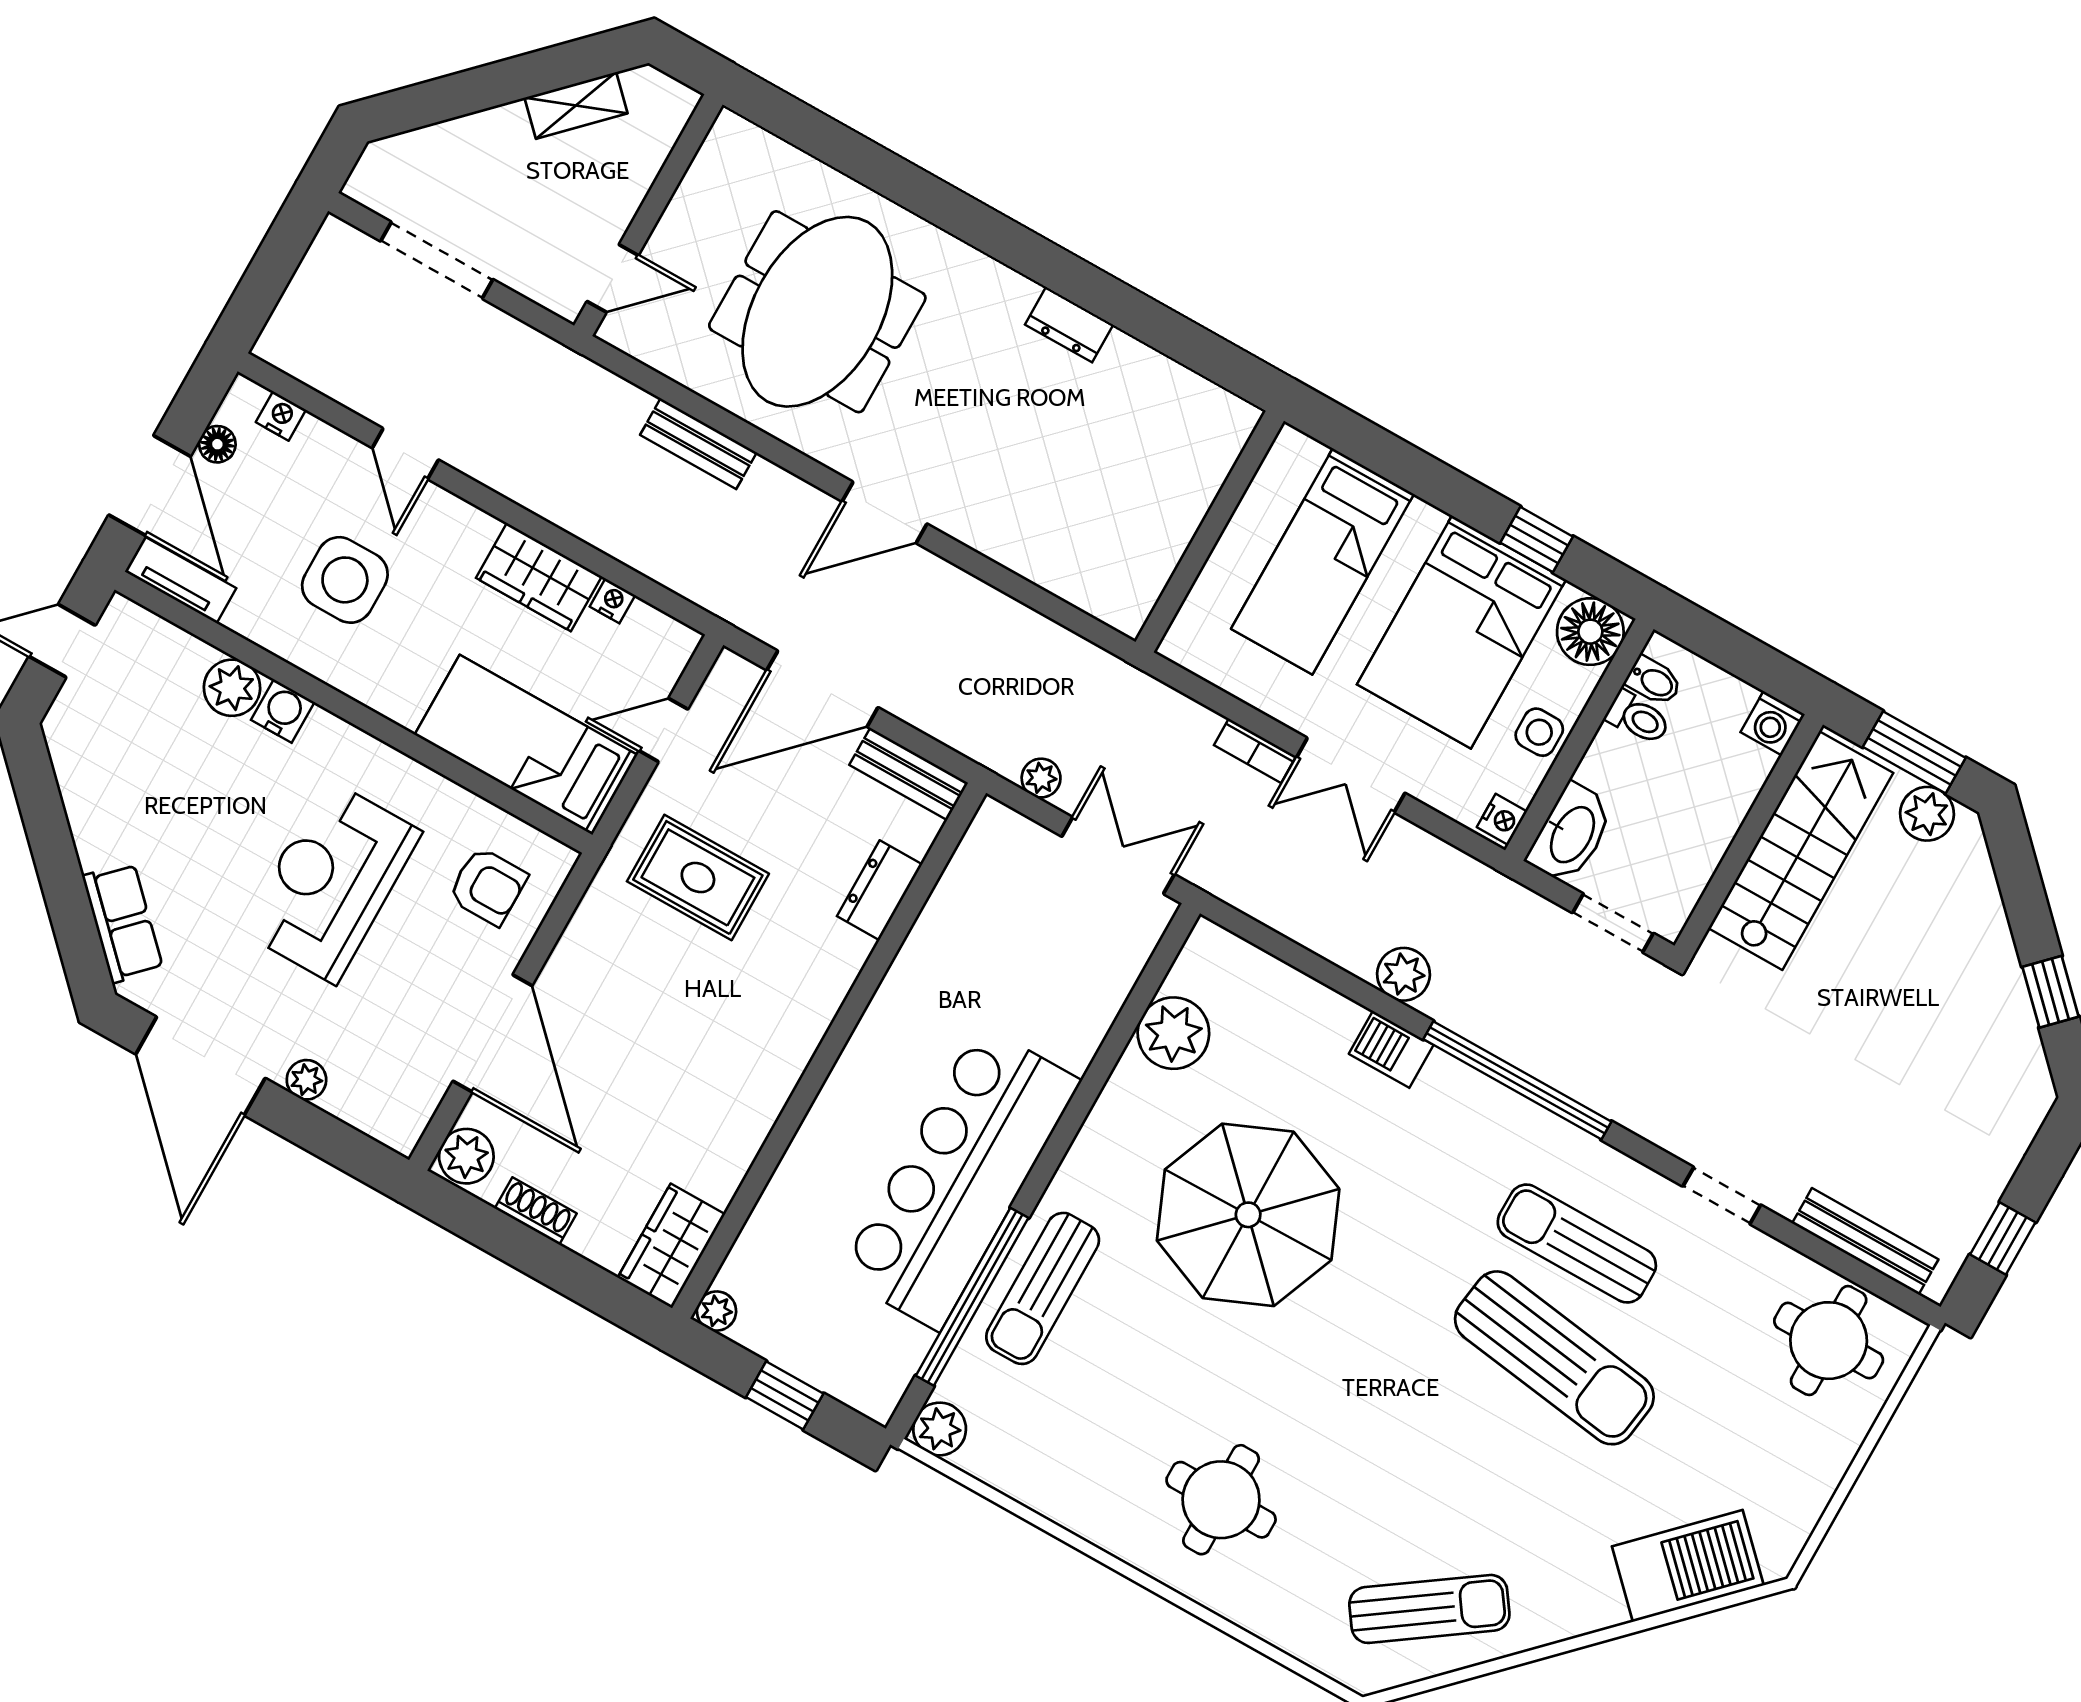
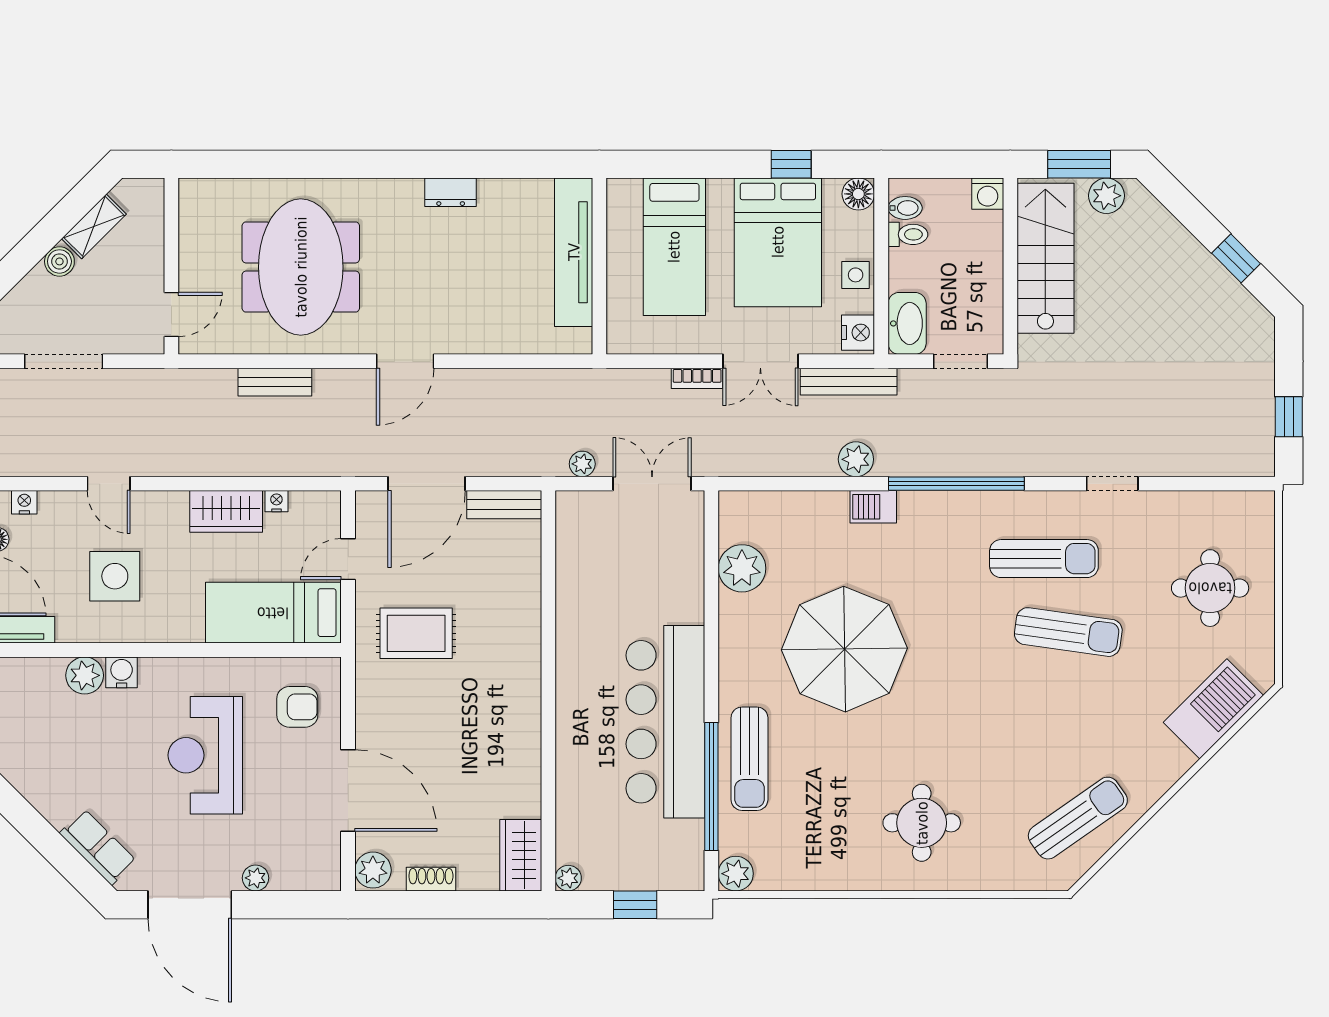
boiler: (505, 126) -> (59, 261), added
tv unit: (1186, 494) -> (574, 252), added
floor lamp: (1590, 632) -> (858, 194), width x0.73, depth x0.73
nightstand: (1502, 819) -> (858, 333), width x1.39, depth x1.35
dresser: (880, 890) -> (525, 581), removed
bench: (1865, 1241) -> (849, 382), moved
sun lounger: (1577, 1244) -> (1044, 559), turned 180
round table: (1829, 1341) -> (1210, 588), moved
sun lounger: (1554, 1358) -> (1068, 632), width x0.73, depth x0.75

